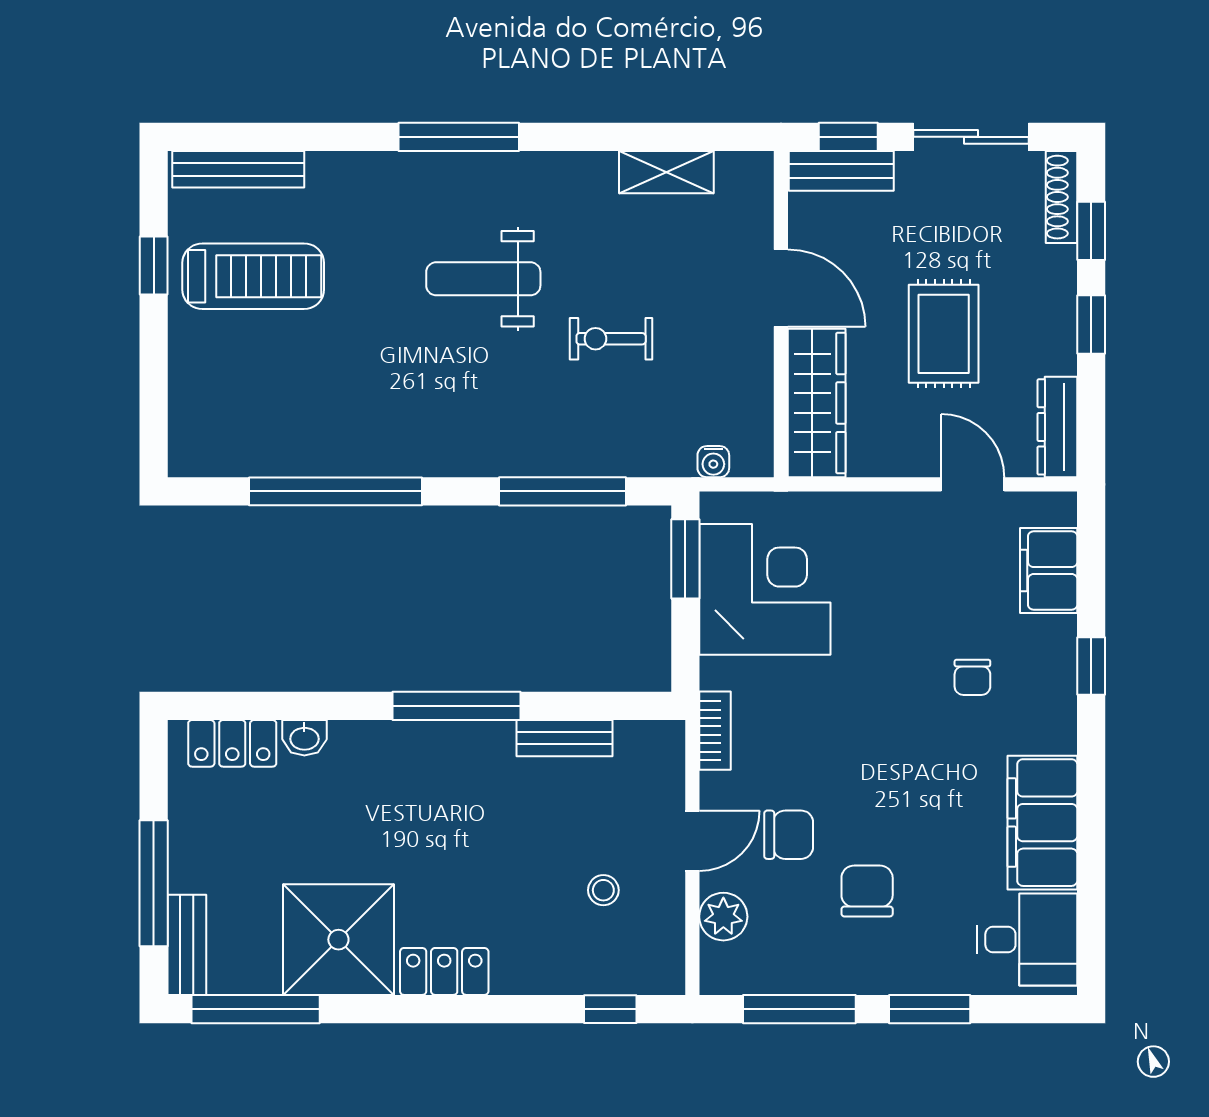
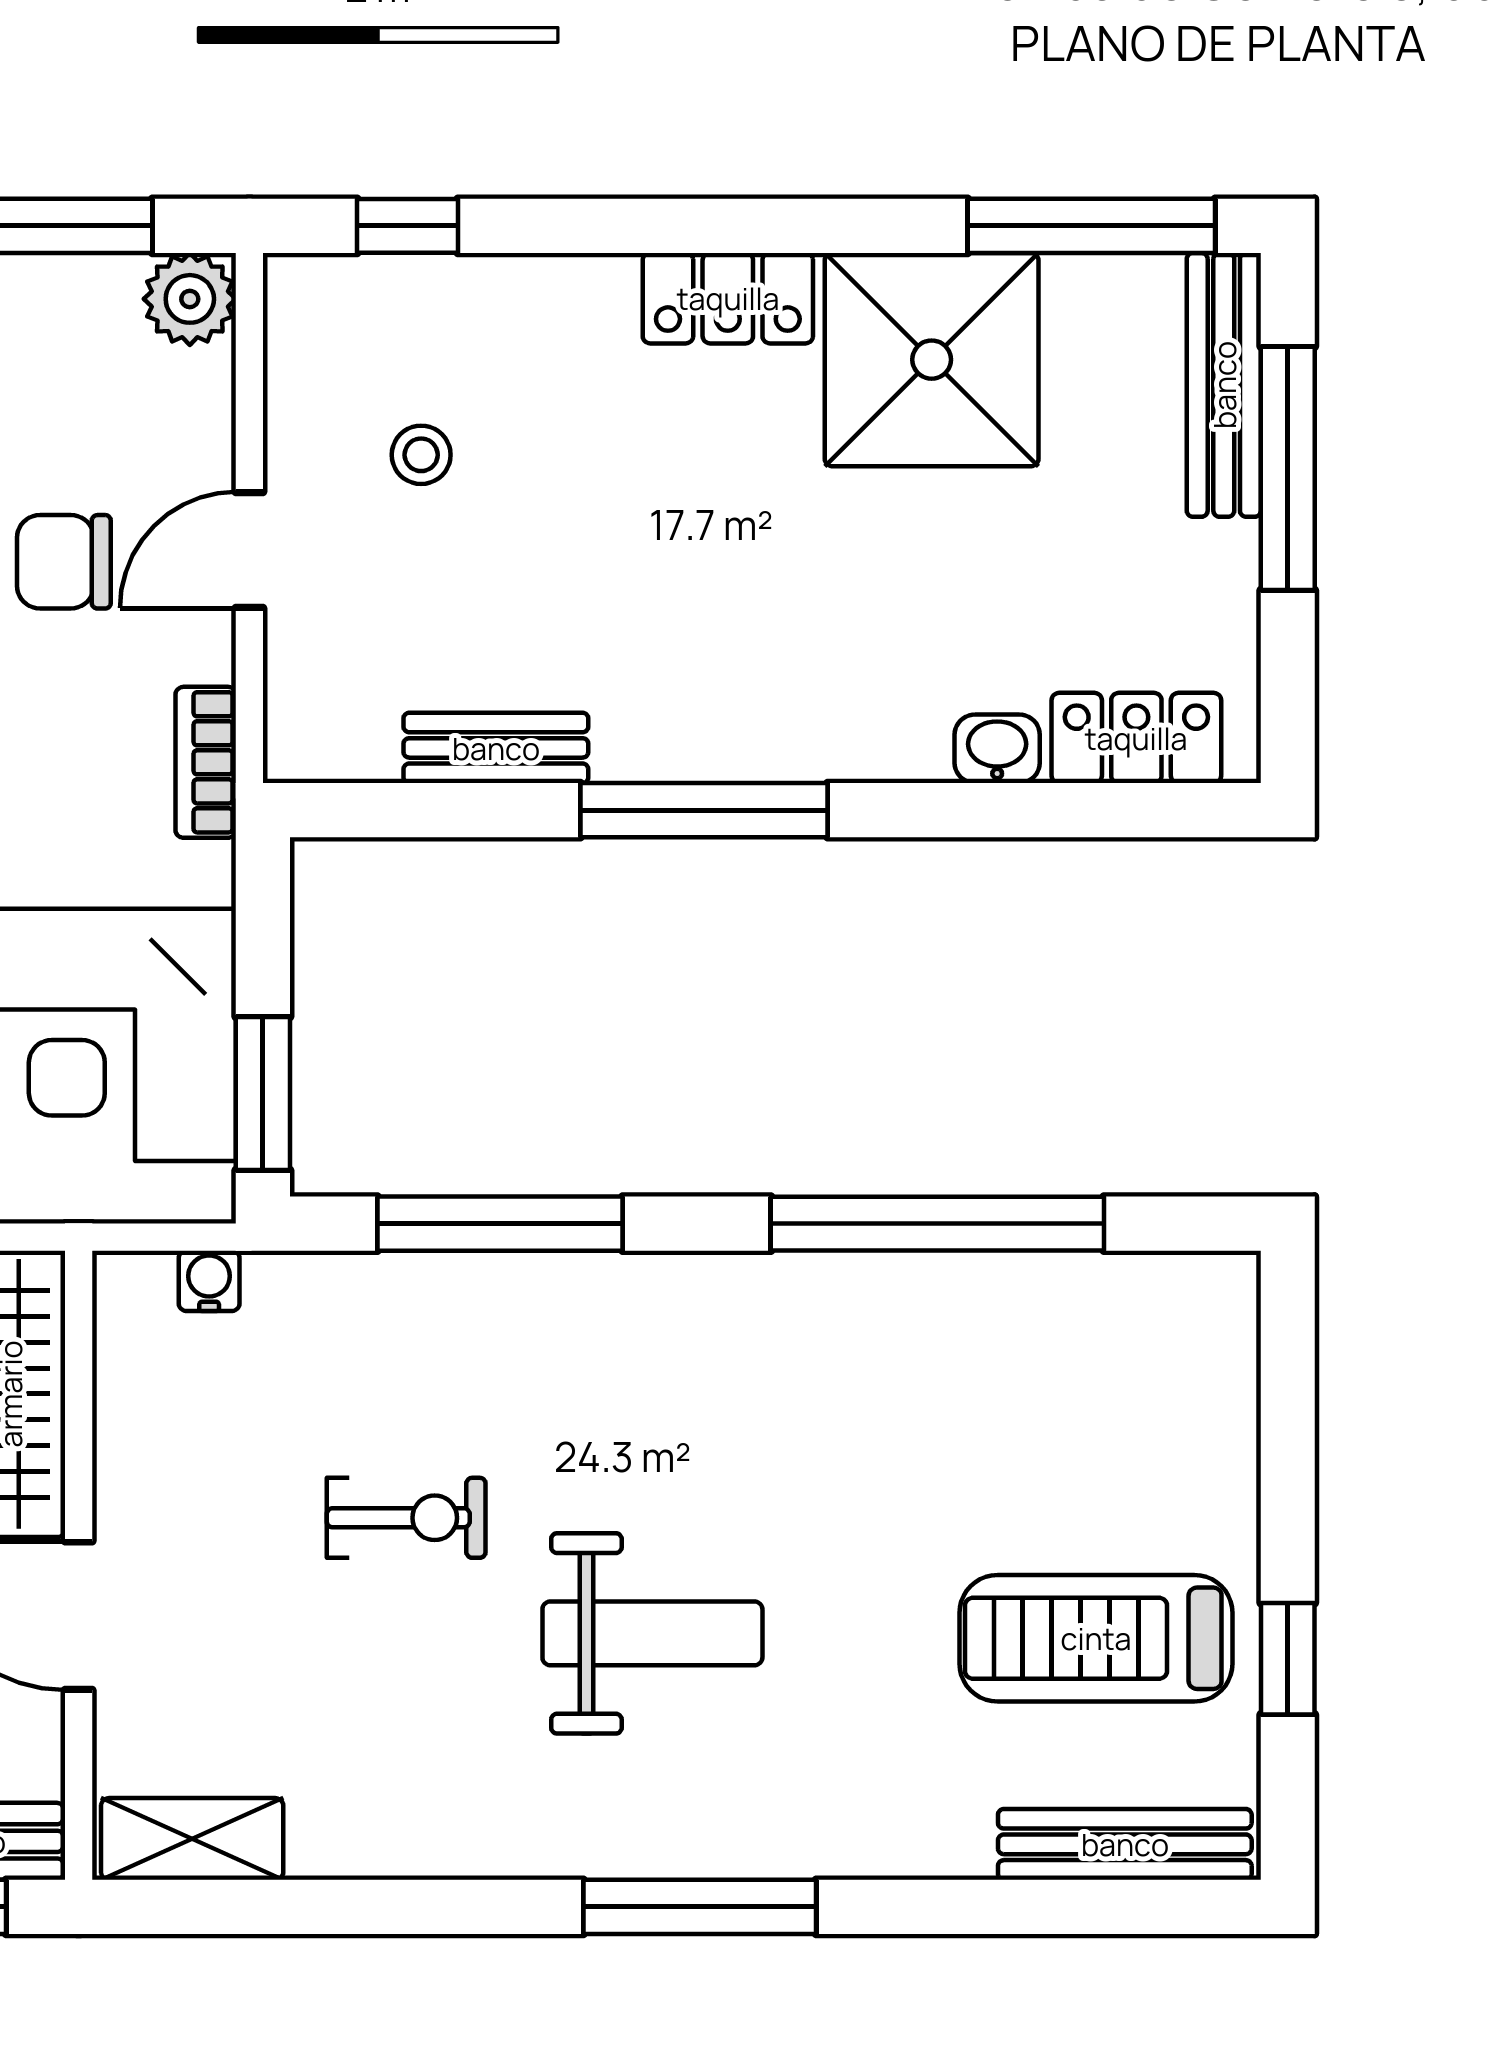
shelving: (666, 172) -> (192, 1839), moved
plant: (723, 917) -> (190, 299), moved
bench: (187, 945) -> (1224, 385), width x1.36

